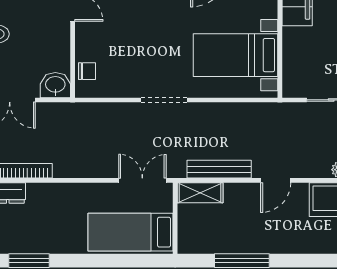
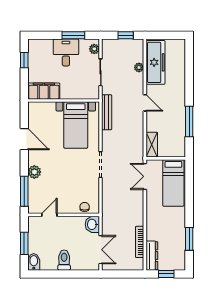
bench: (219, 169) -> (107, 112), moved

